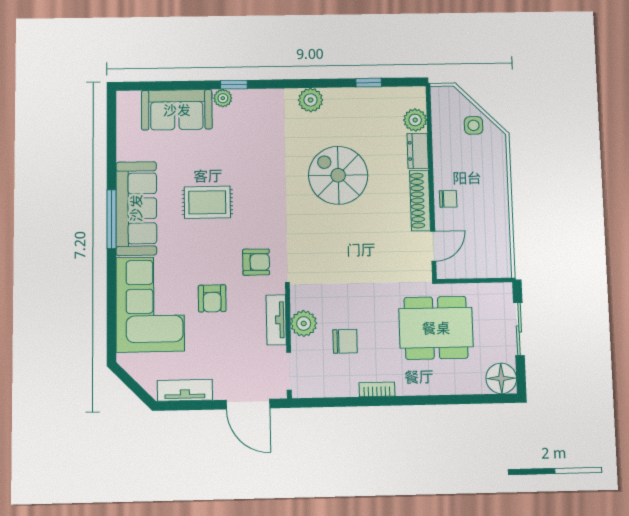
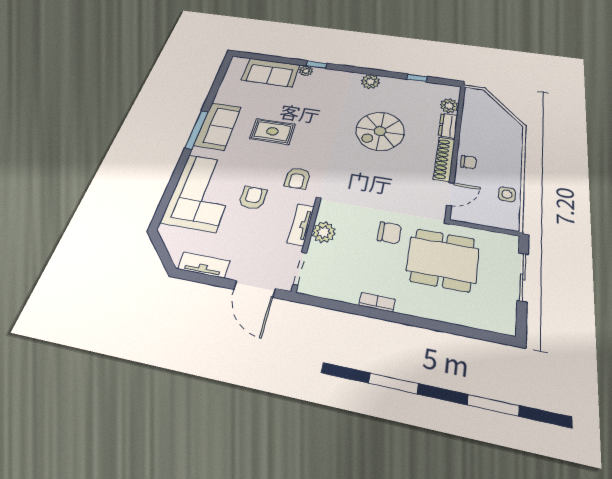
side table: (474, 125) -> (507, 194), moved
spiral stairs: (338, 175) -> (380, 131), turned -90
sofa: (136, 208) -> (218, 126), width x0.73
armchair: (256, 262) -> (297, 178), turned 90
armchair: (212, 298) -> (253, 198), turned 180
chair: (345, 341) -> (389, 233), moved
floor lamp: (501, 378) -> (501, 319), removed

